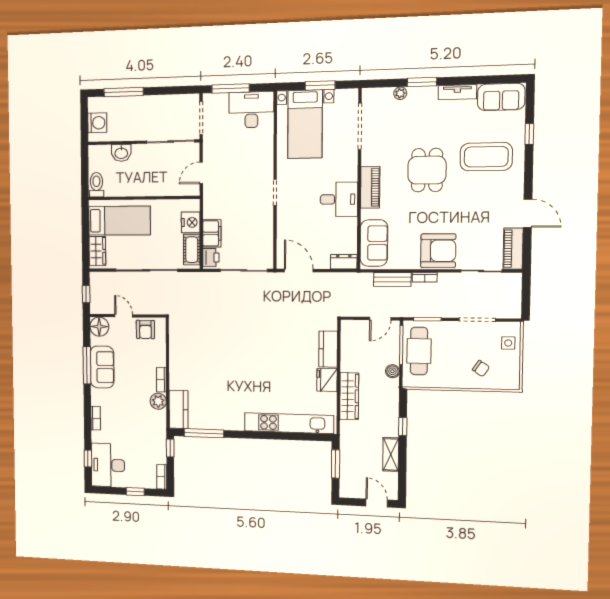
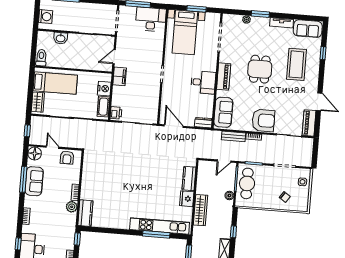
coffee table: (486, 157) -> (296, 64), turned 90
filing cabinet: (212, 233) -> (120, 76), moved
window: (204, 433) -> (156, 234), moved

